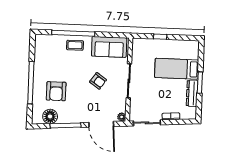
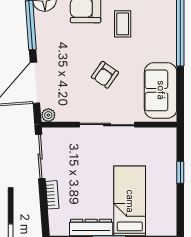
coffee table: (75, 45) -> (123, 24), moved

